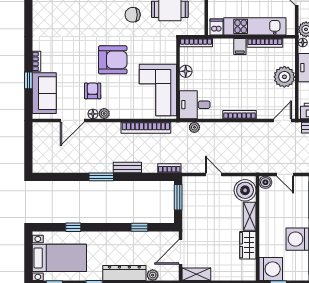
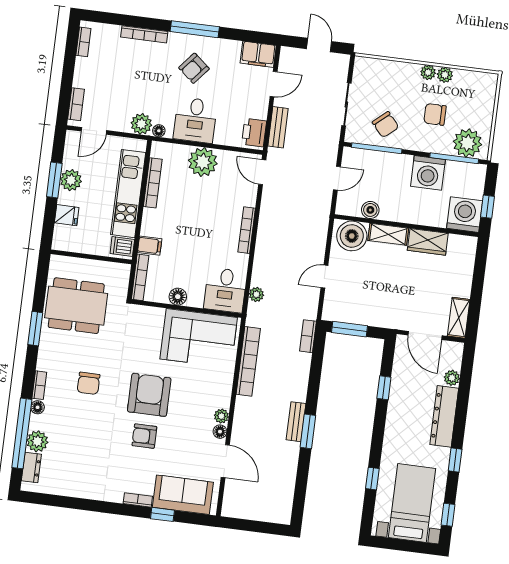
chair: (133, 15) -> (89, 383), moved
filing cabinet: (240, 46) -> (150, 246), moved
armchair: (93, 91) -> (144, 436), moved
bench: (127, 167) -> (296, 422), moved
boiler: (265, 182) -> (370, 210), moved

